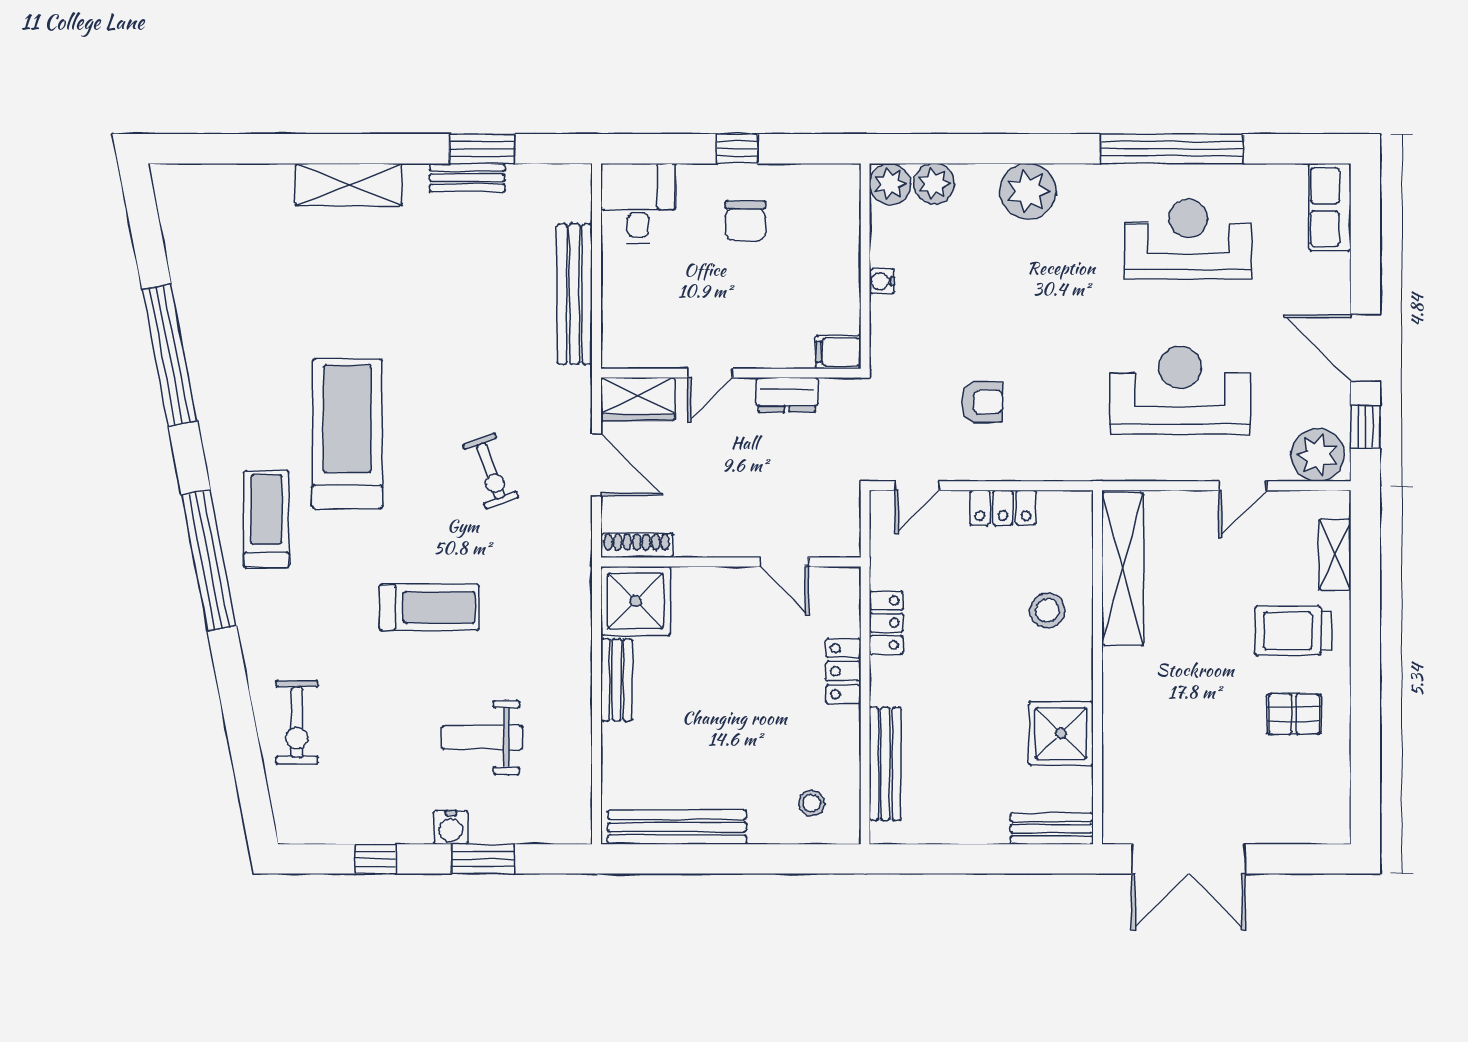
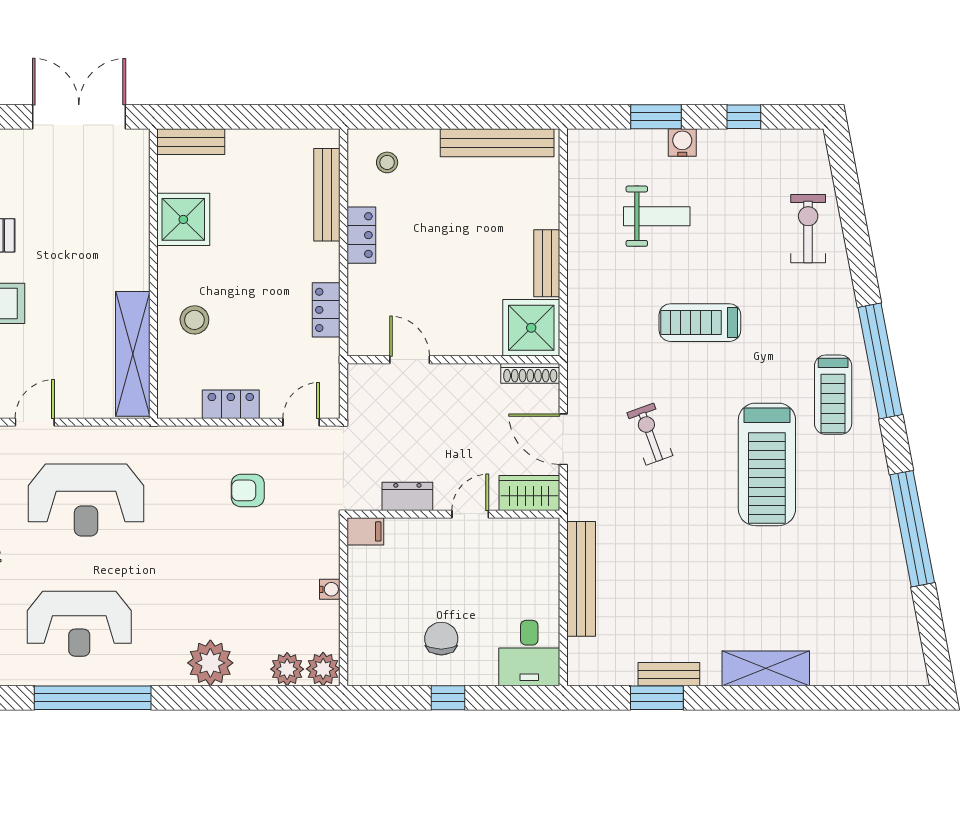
locker: (843, 671) -> (361, 235), moved

